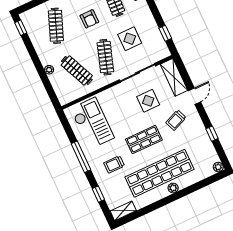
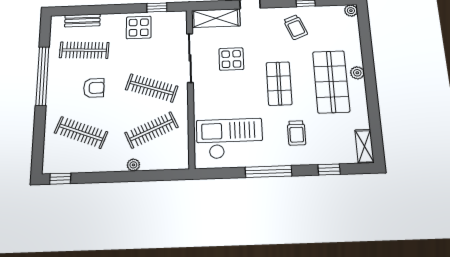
display table: (130, 39) -> (139, 27), moved
trolley: (176, 120) -> (295, 27), moved
shop shelf: (159, 173) -> (331, 82), width x0.71

